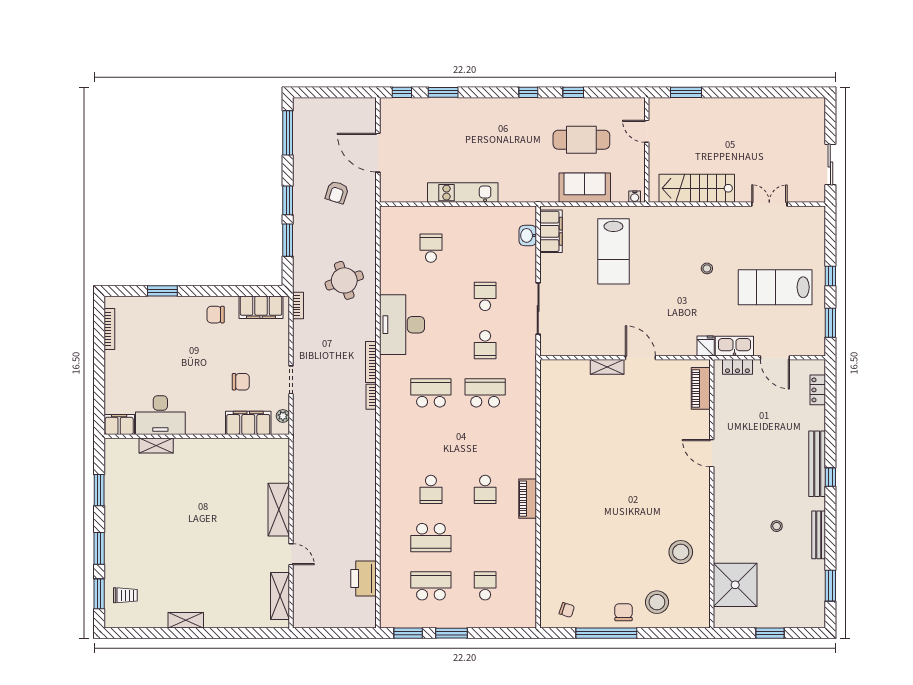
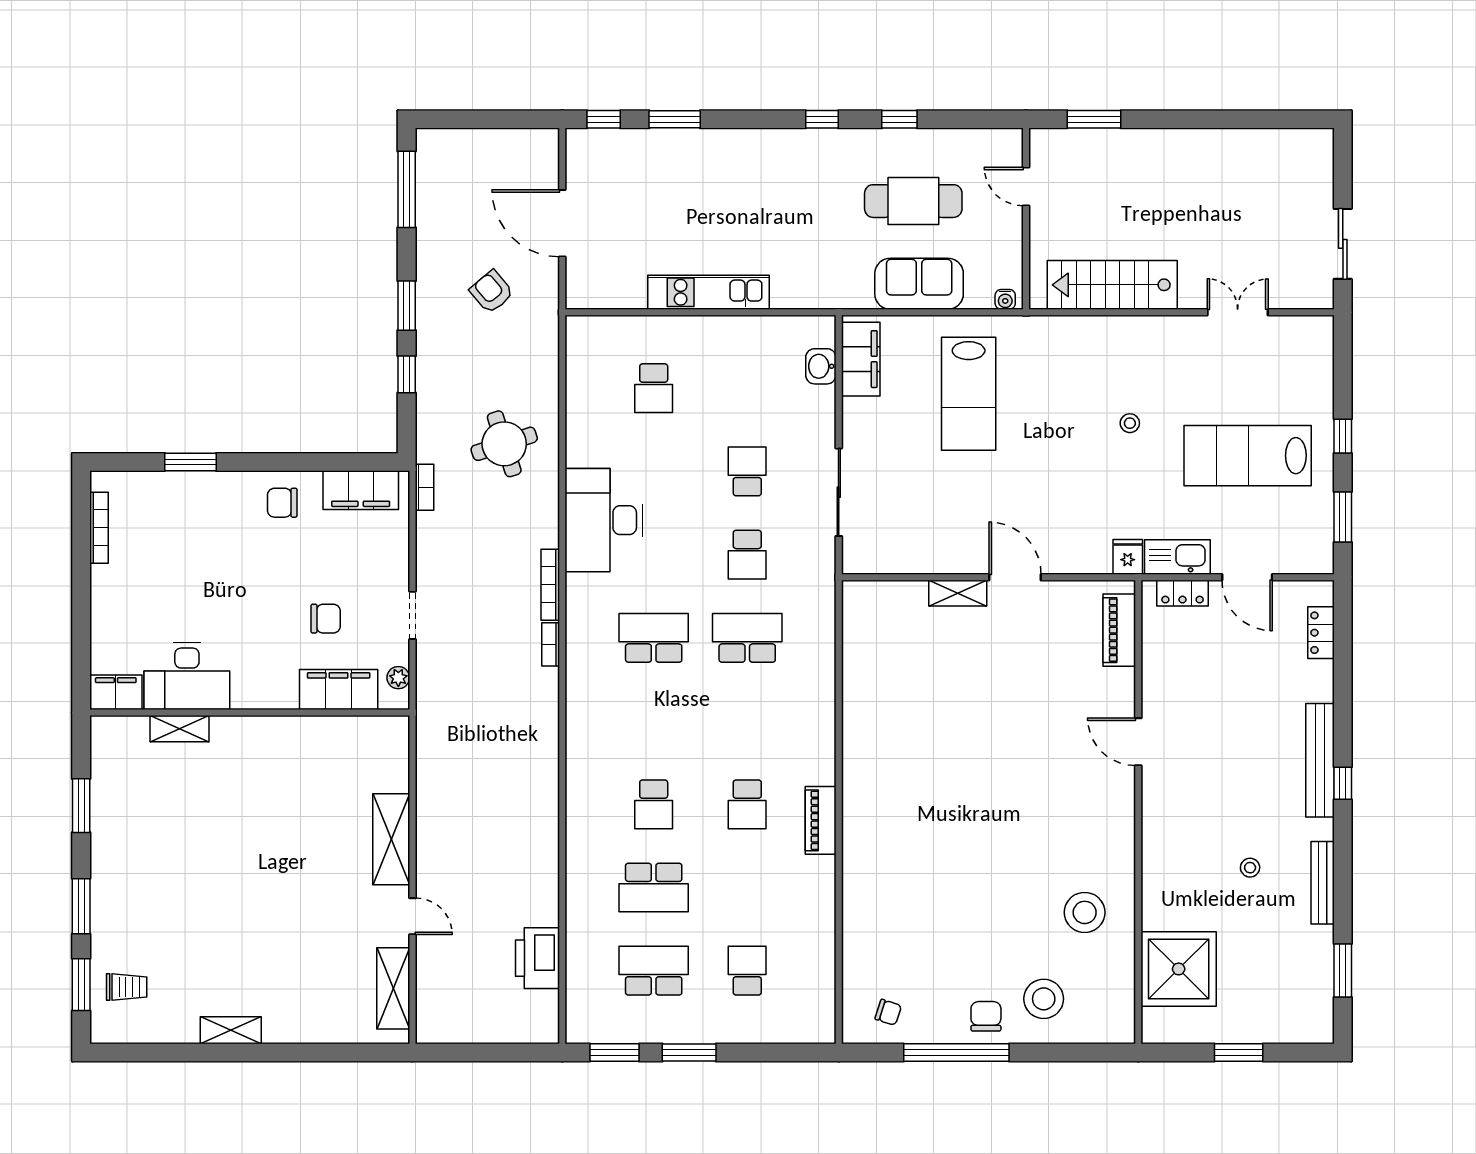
armchair: (337, 192) -> (492, 292), turned 122
window: (288, 240) -> (407, 374), width x0.67
school desk: (431, 248) -> (654, 388), turned 180

